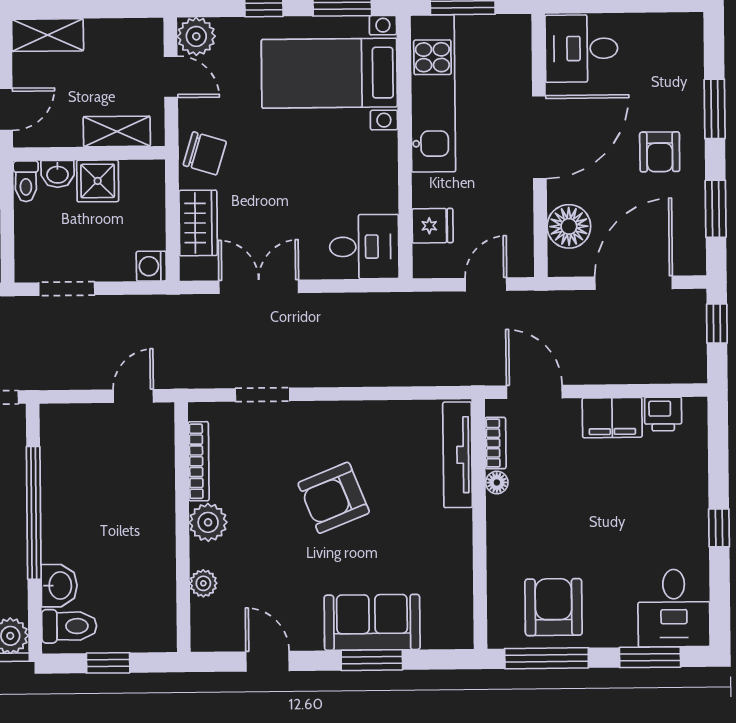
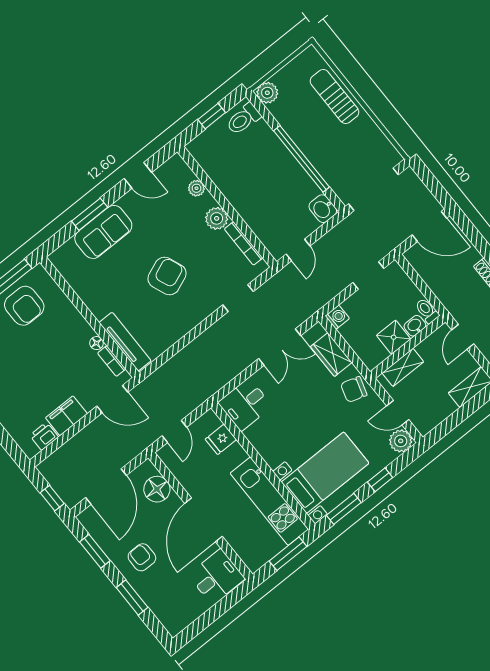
washbasin: (59, 586) -> (323, 209), moved

